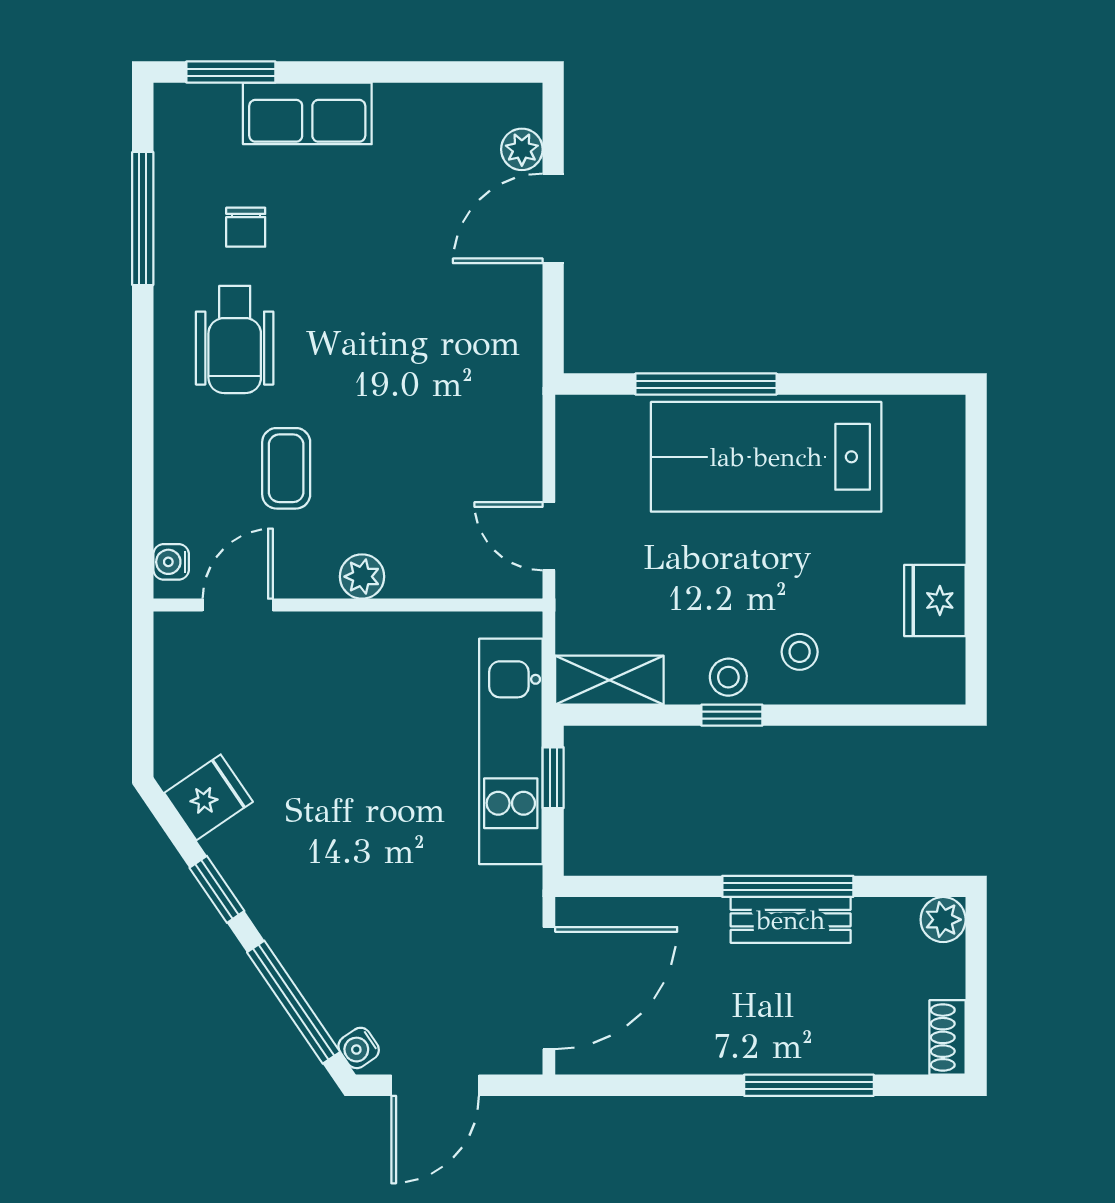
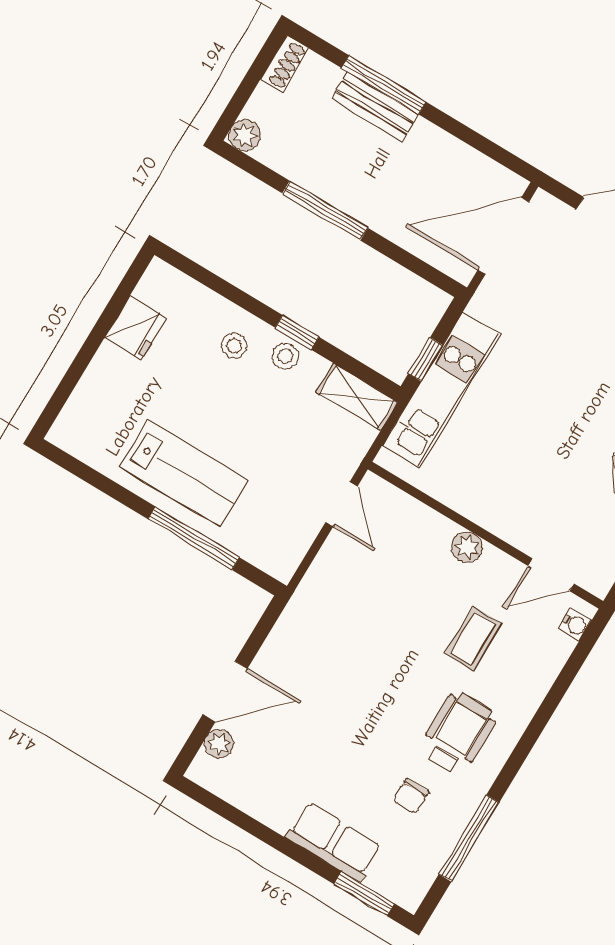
chair: (246, 227) -> (411, 796), turned 180
lab bench: (766, 457) -> (184, 473), width x0.73, depth x0.72
bench: (791, 920) -> (375, 107), moved

